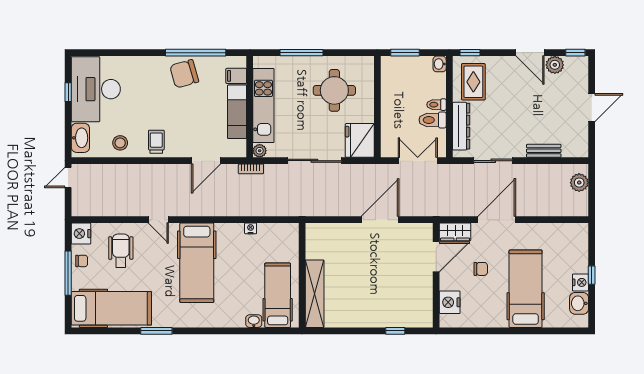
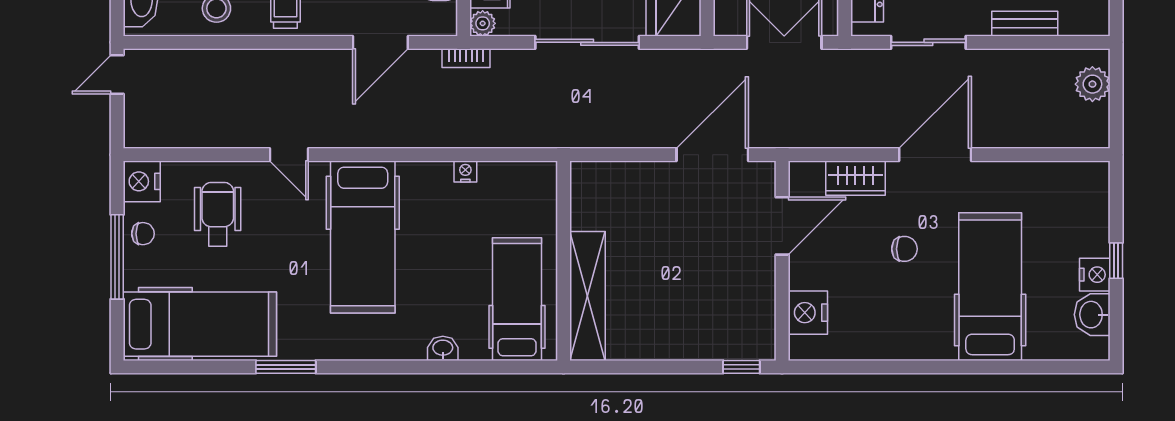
door: (436, 257) -> (782, 226), moved
wall: (436, 275) -> (782, 261), moved
nightstand: (450, 302) -> (808, 313), moved
washbasin: (254, 321) -> (443, 348), moved

